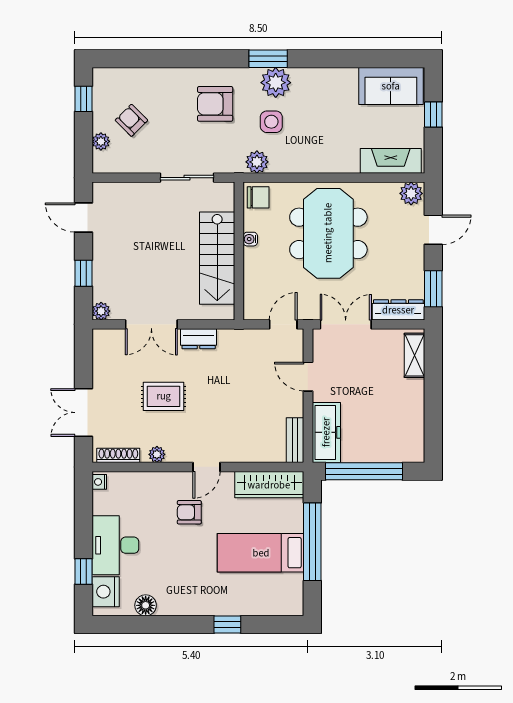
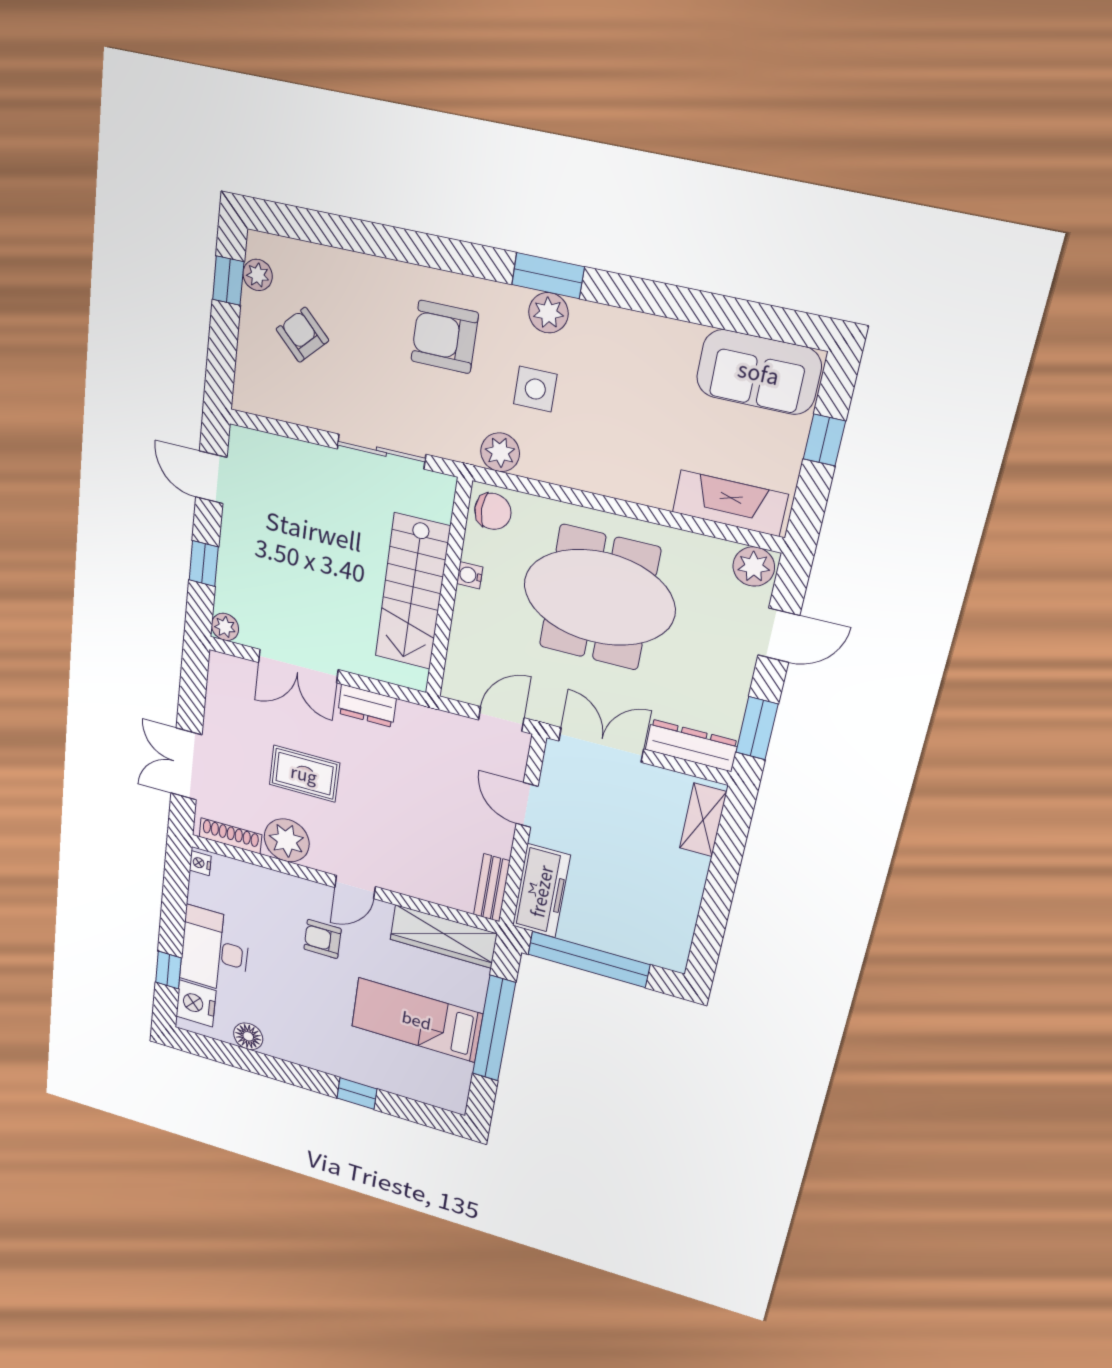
plant: (276, 83) -> (548, 313), width x0.73, depth x0.73
plant: (101, 141) -> (258, 275), moved
meeting table: (328, 233) -> (599, 598), turned 90
plant: (157, 454) -> (287, 840), width x1.88, depth x1.88

